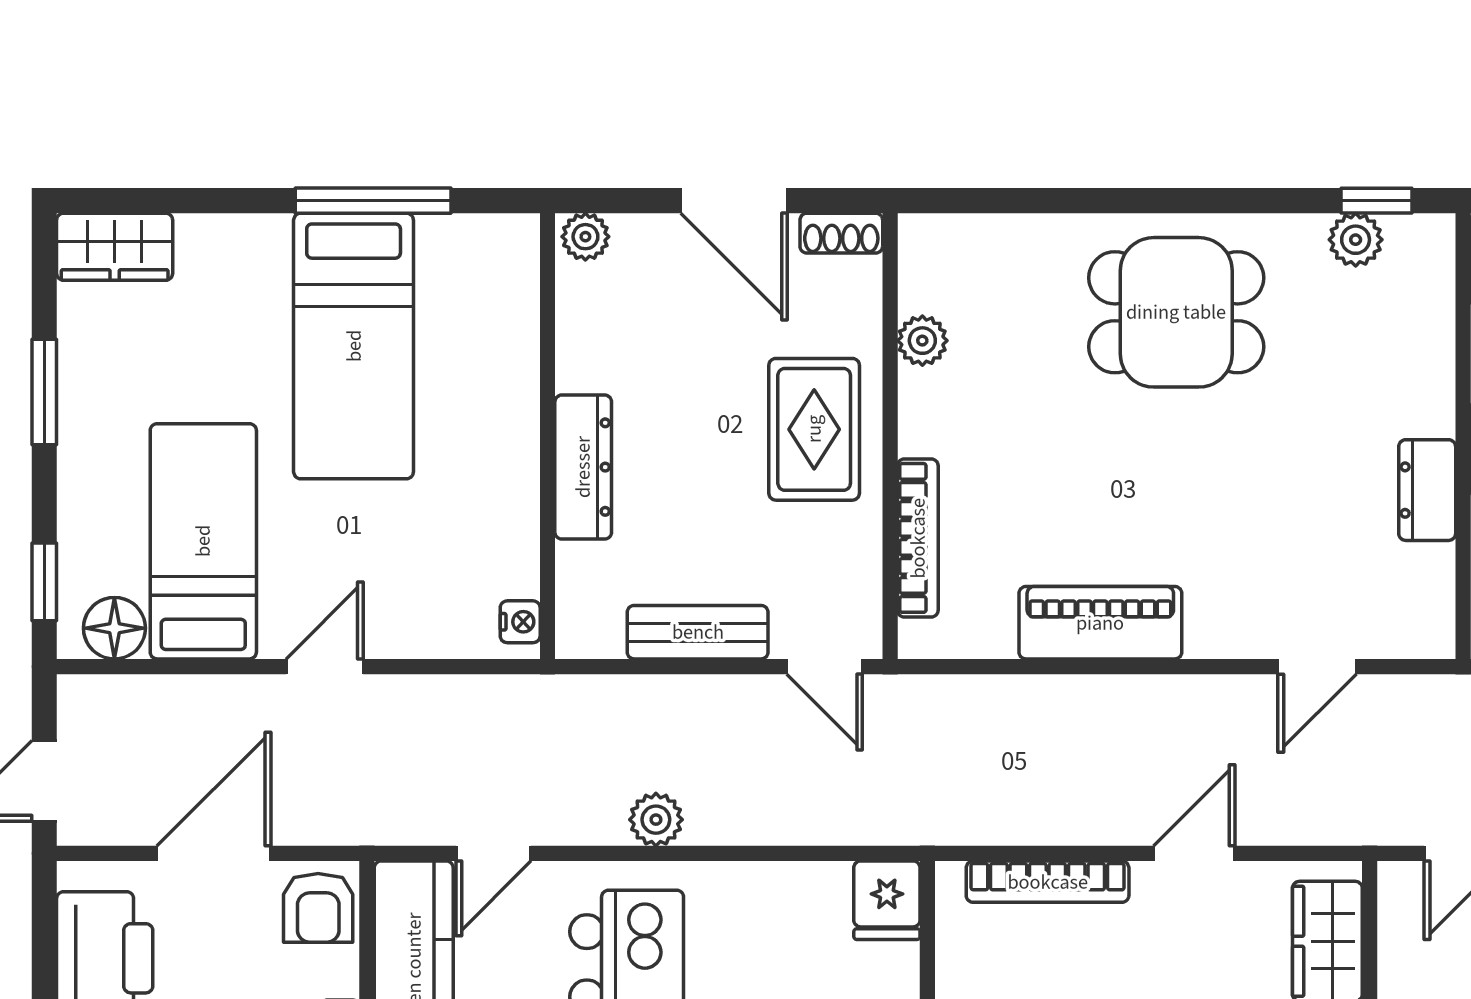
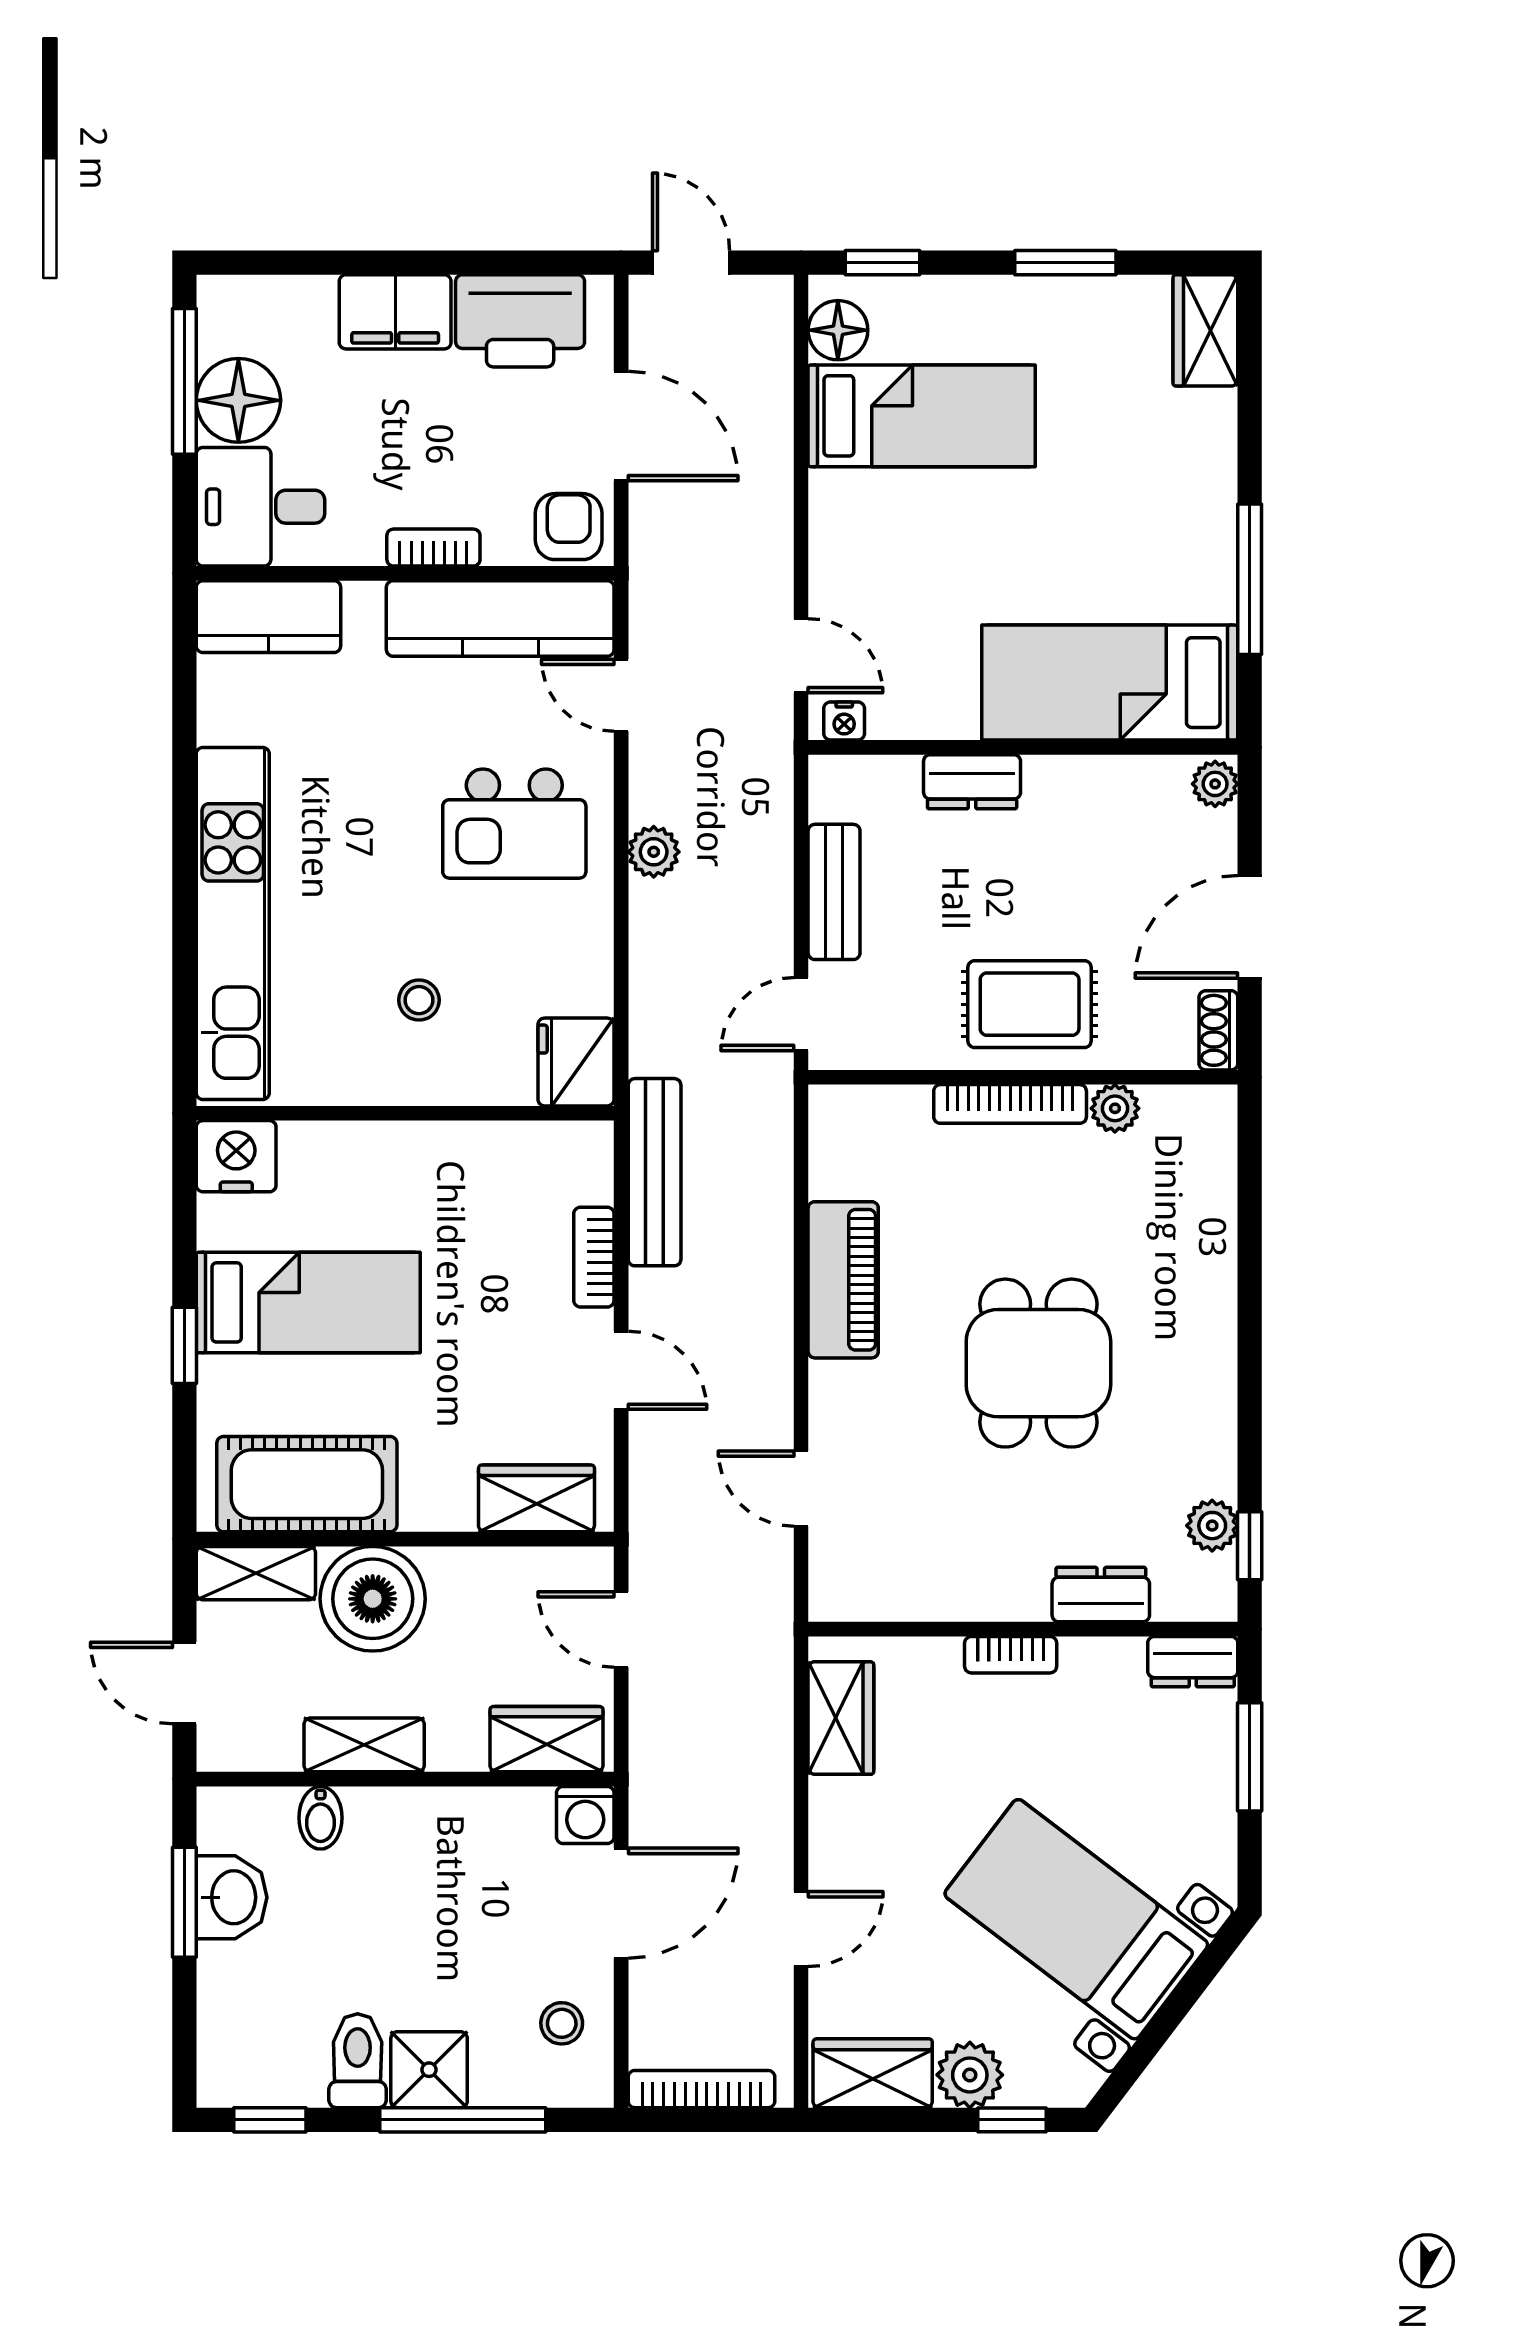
dining table: (1176, 312) -> (1038, 1363), moved
bed: (354, 346) -> (1110, 683), moved
dresser: (583, 467) -> (972, 782), width x0.70
dresser: (1427, 490) -> (1101, 1595), moved
bookcase: (918, 538) -> (1010, 1104), moved
door: (325, 667) -> (801, 656), moved
bench: (989, 819) -> (655, 1172), added
bookcase: (1048, 882) -> (594, 1257), width x0.64
fridge: (887, 900) -> (576, 1062), width x1.38
armchair: (318, 908) -> (569, 527), turned 90

